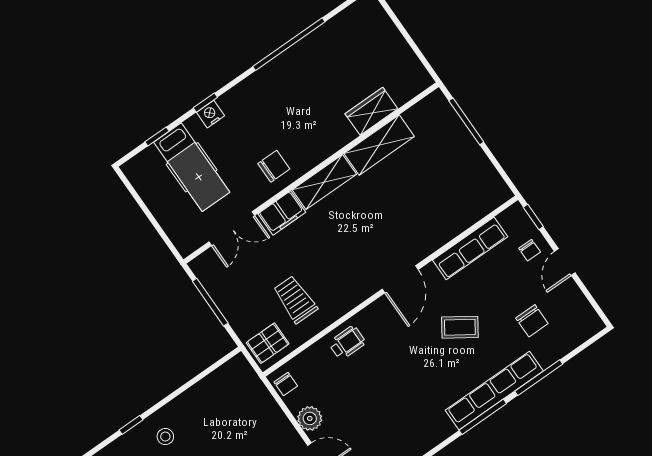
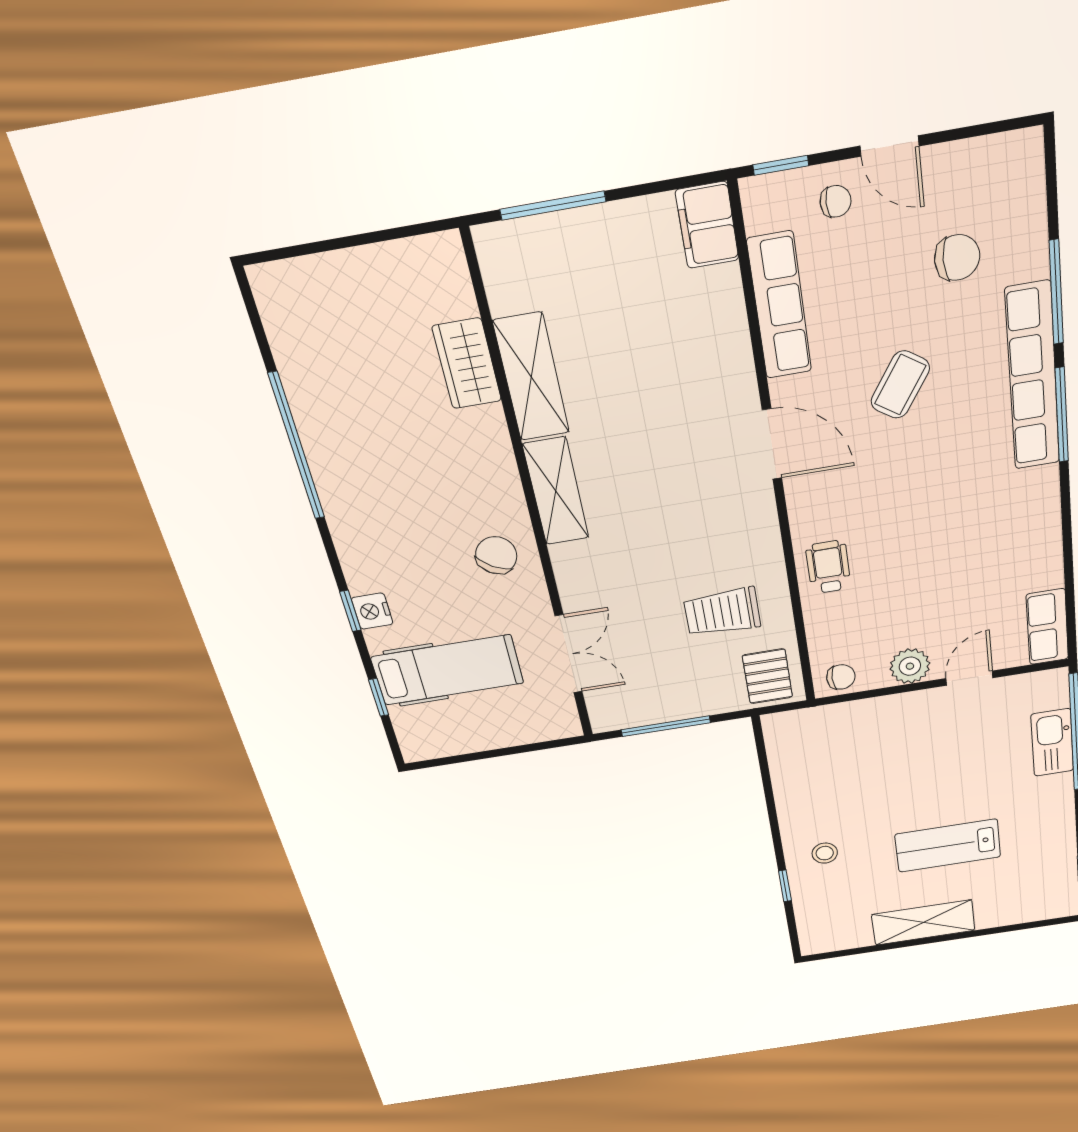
chair: (274, 166) -> (496, 555), turned 31
filing cabinet: (282, 213) -> (707, 225), moved, turned 180

